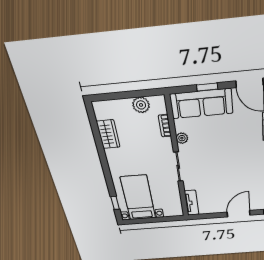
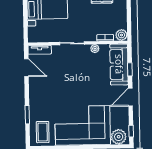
plant: (141, 105) -> (121, 35), moved
door: (238, 214) -> (26, 68), moved

